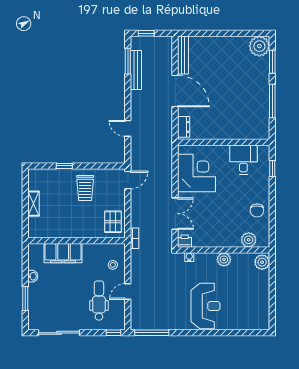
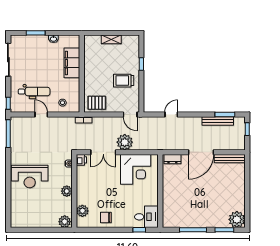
desk: (243, 160) -> (146, 217), moved
plant: (162, 187) -> (125, 142), added

